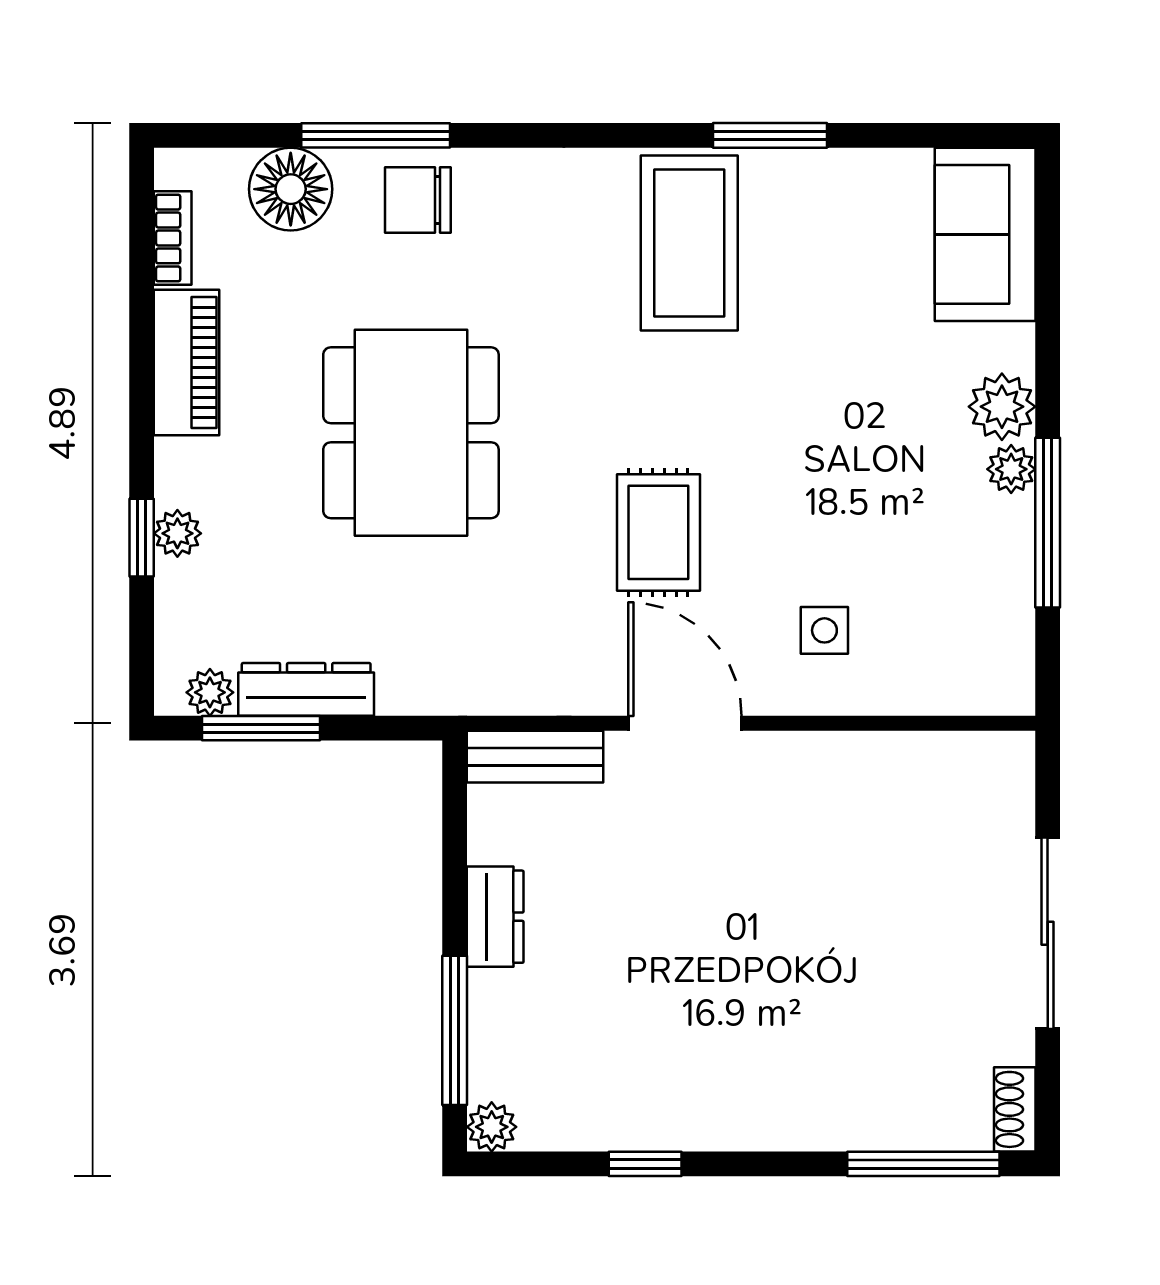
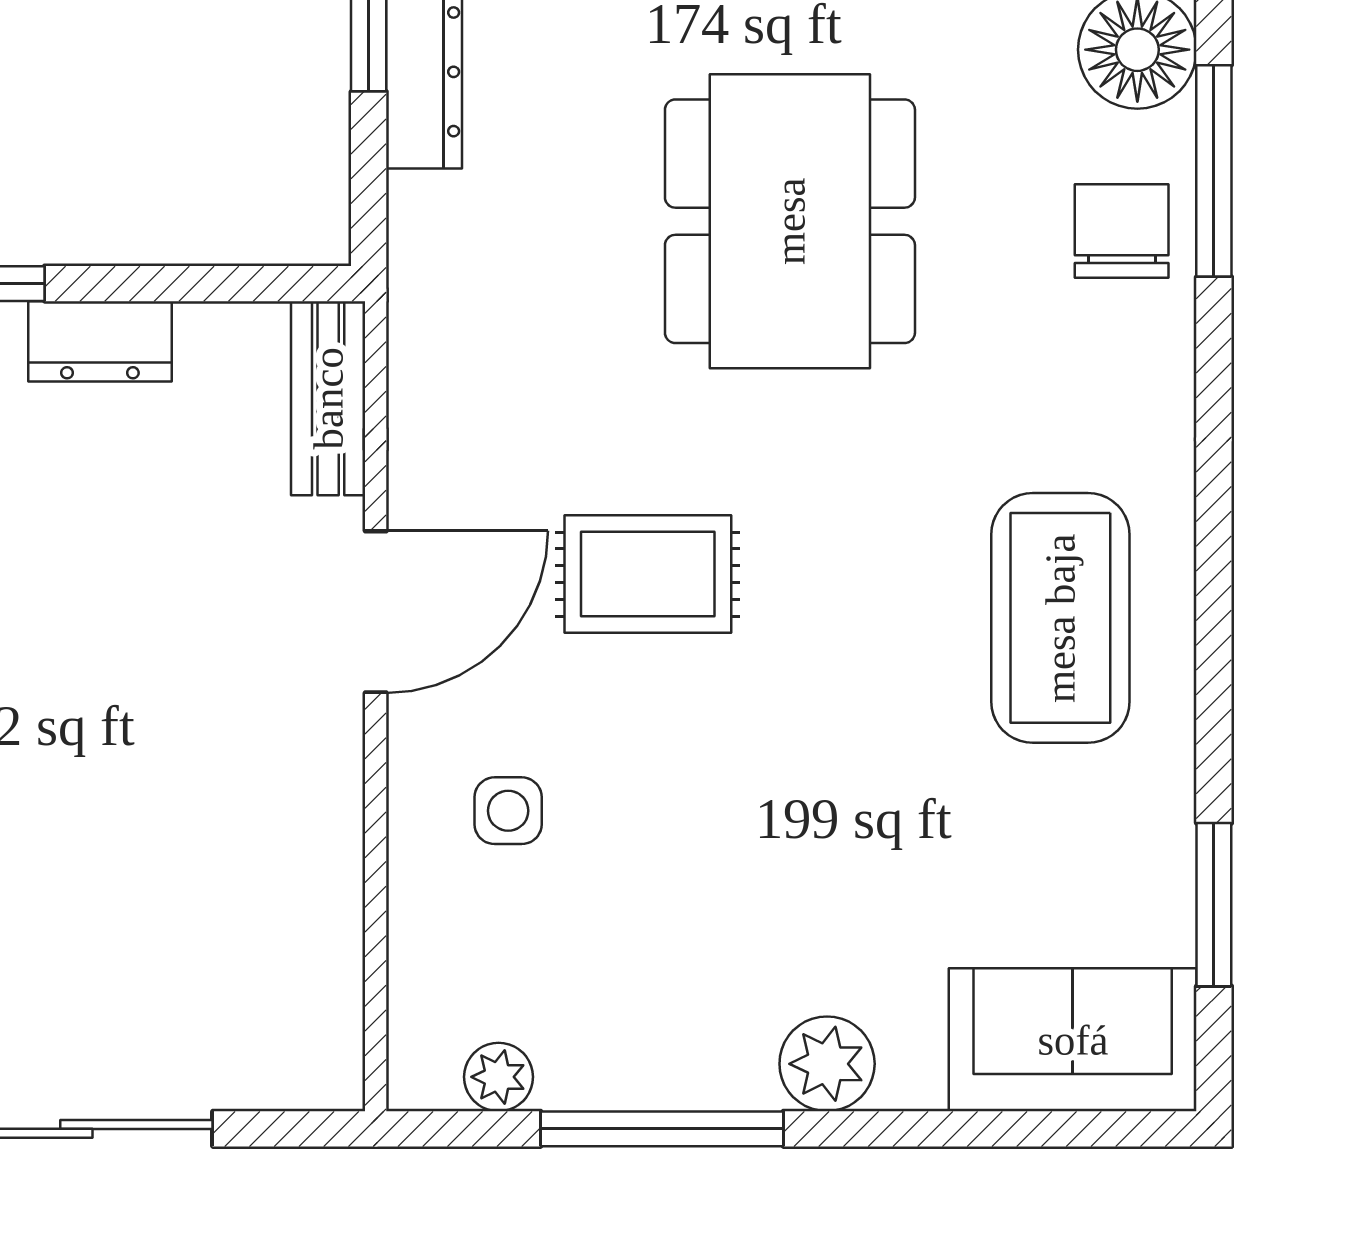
window: (770, 135) -> (1214, 905), moved
coffee table: (689, 243) -> (1060, 618), turned 90
dining table: (411, 433) -> (790, 221), turned 90
plant: (1011, 469) -> (499, 1077), moved

